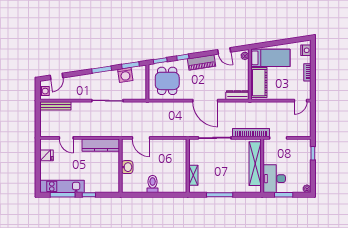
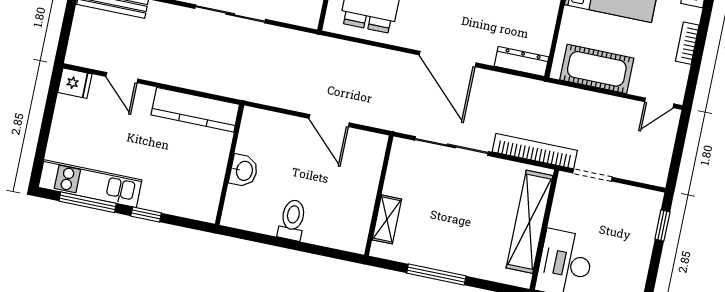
cot: (259, 83) -> (597, 69), moved, turned 90
door: (141, 138) -> (329, 121), moved
fridge: (46, 155) -> (75, 83), moved

